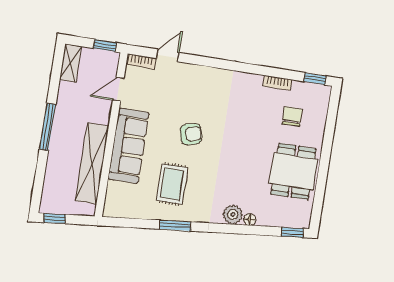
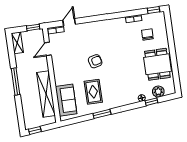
sofa: (128, 146) -> (66, 100), moved, width x0.73
plant: (233, 215) -> (158, 92), moved
window: (292, 232) -> (151, 102), moved

